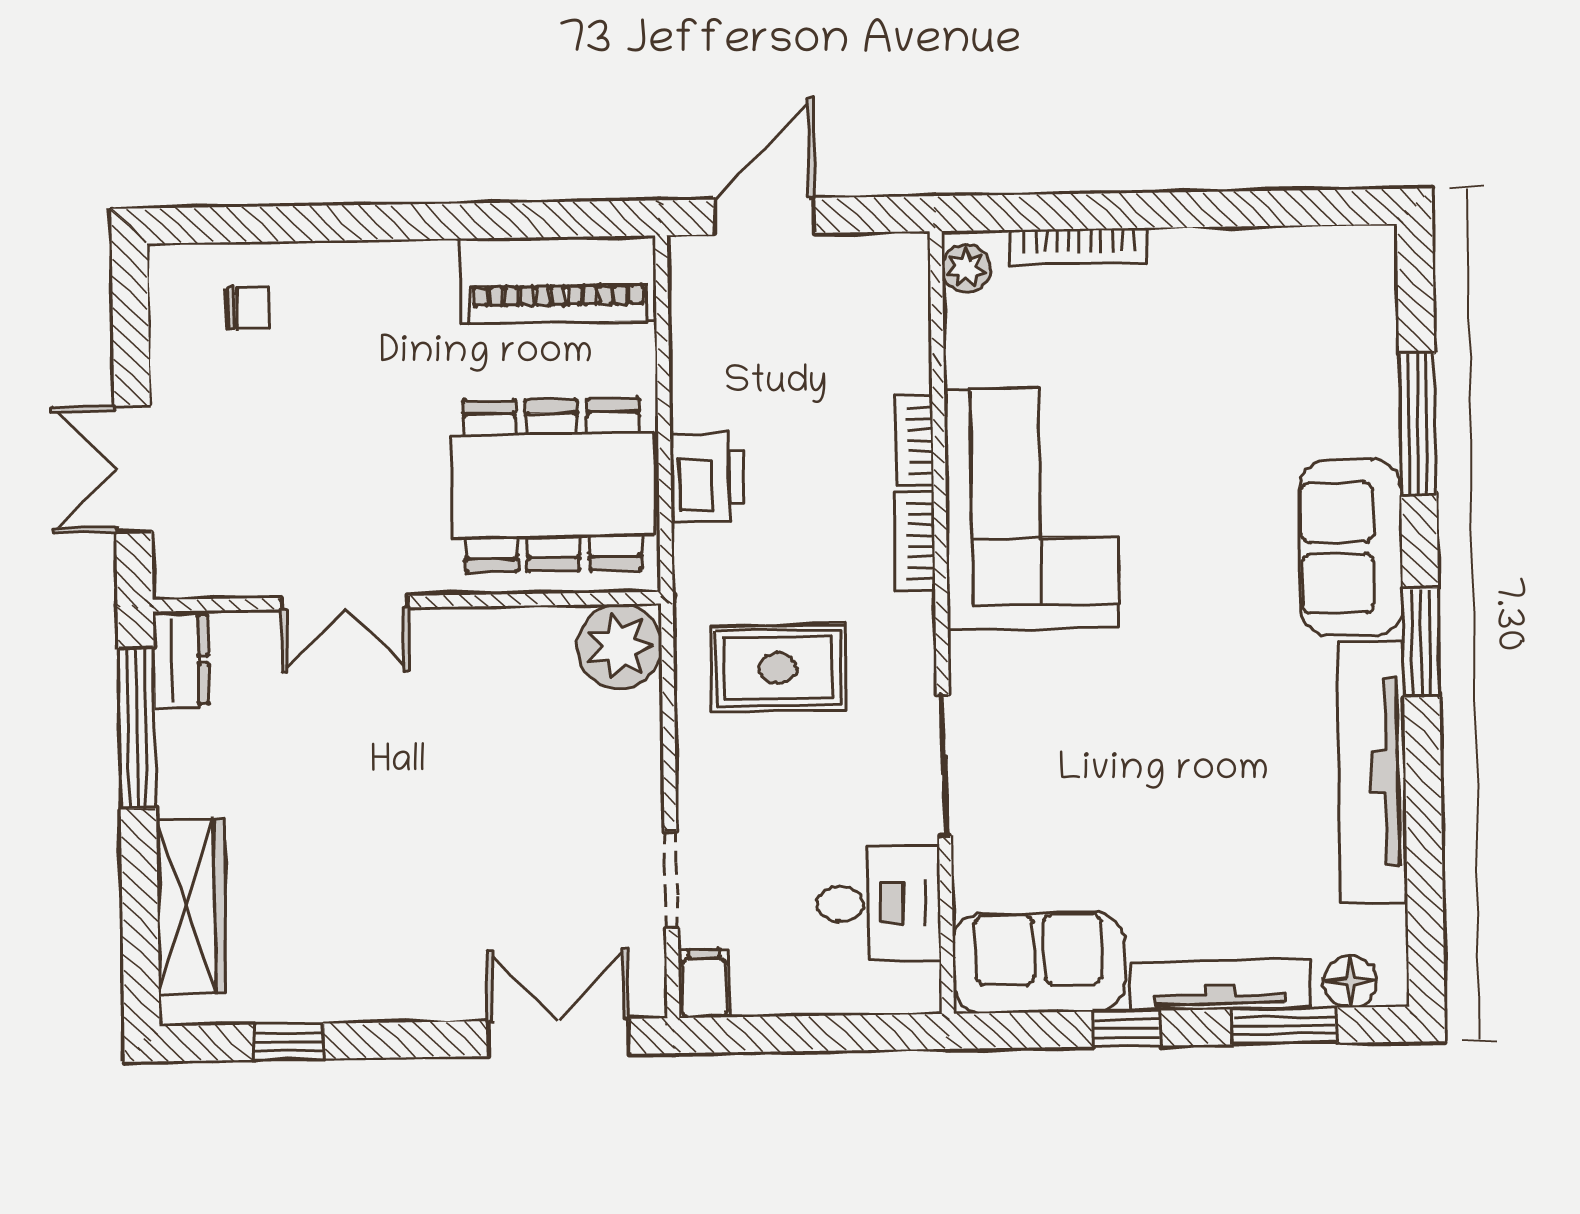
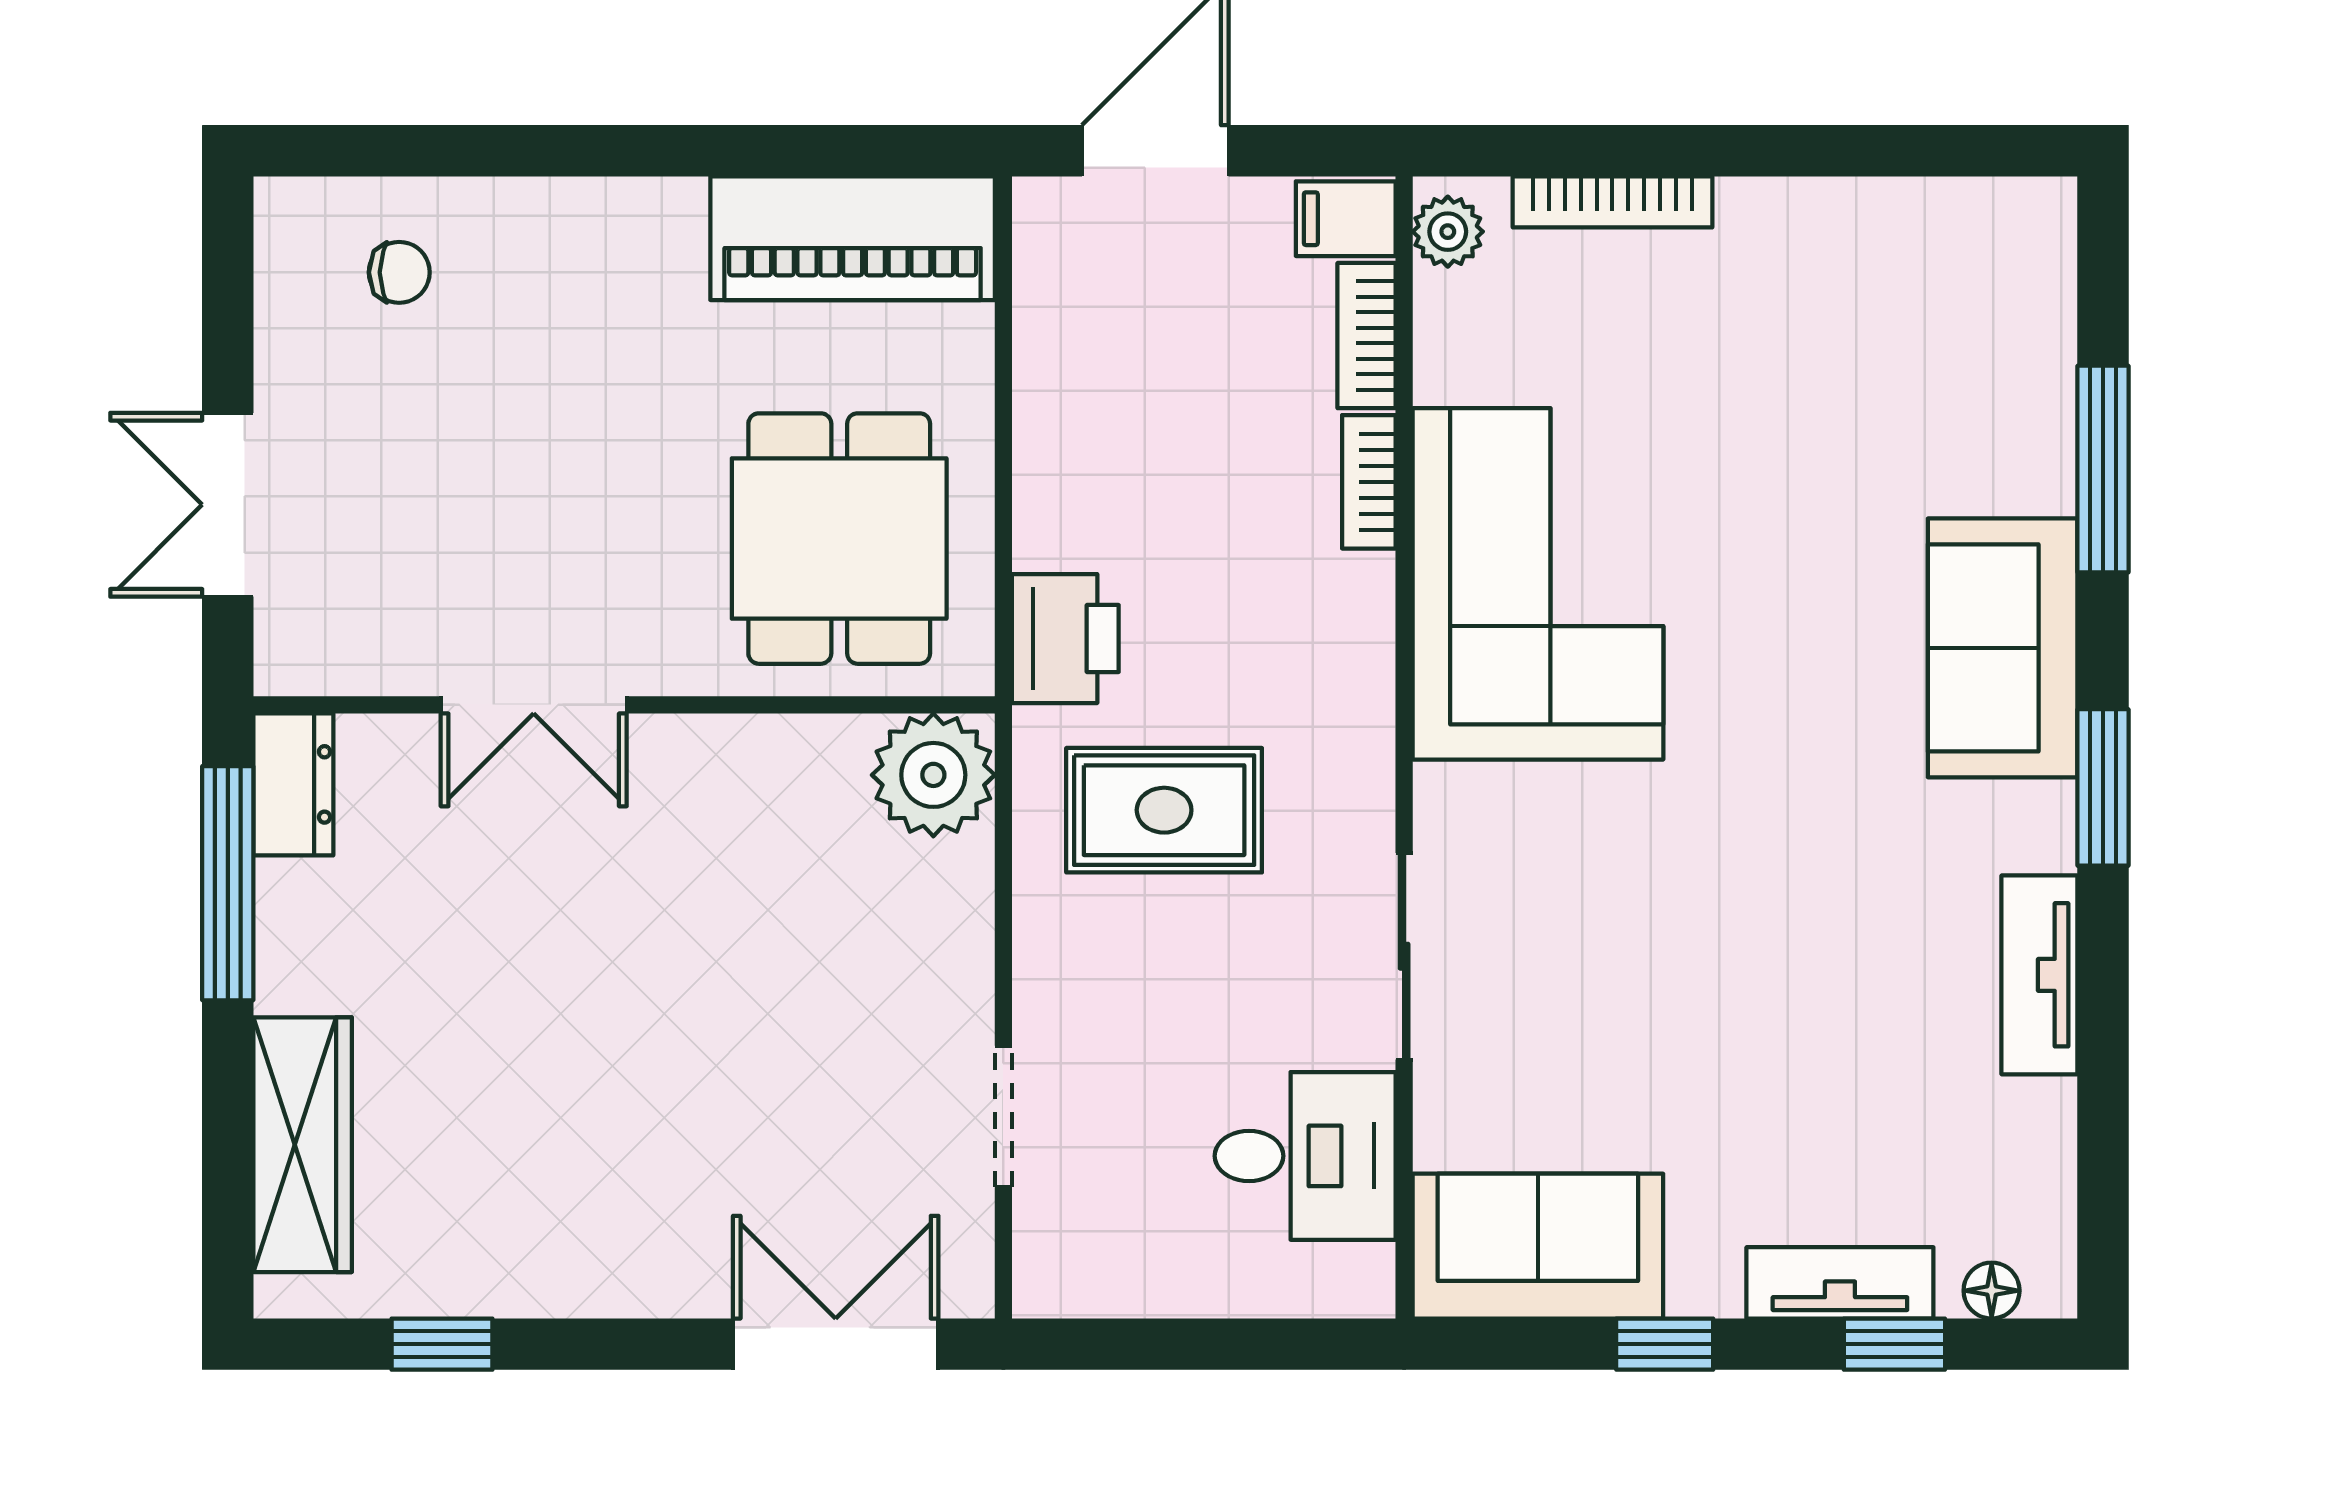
printer: (707, 477) -> (1065, 639), moved
dining table: (552, 485) -> (839, 539), width x0.73
bookcase: (915, 541) -> (1366, 336), moved
tv unit: (1372, 772) -> (2039, 975), width x0.52, depth x0.78
floor lamp: (1350, 981) -> (1992, 1291), width x0.73, depth x0.73
filing cabinet: (704, 984) -> (1346, 219), moved, turned -90
tv unit: (1220, 985) -> (1840, 1283), width x0.71
window: (1284, 1026) -> (1894, 1344), width x0.67

